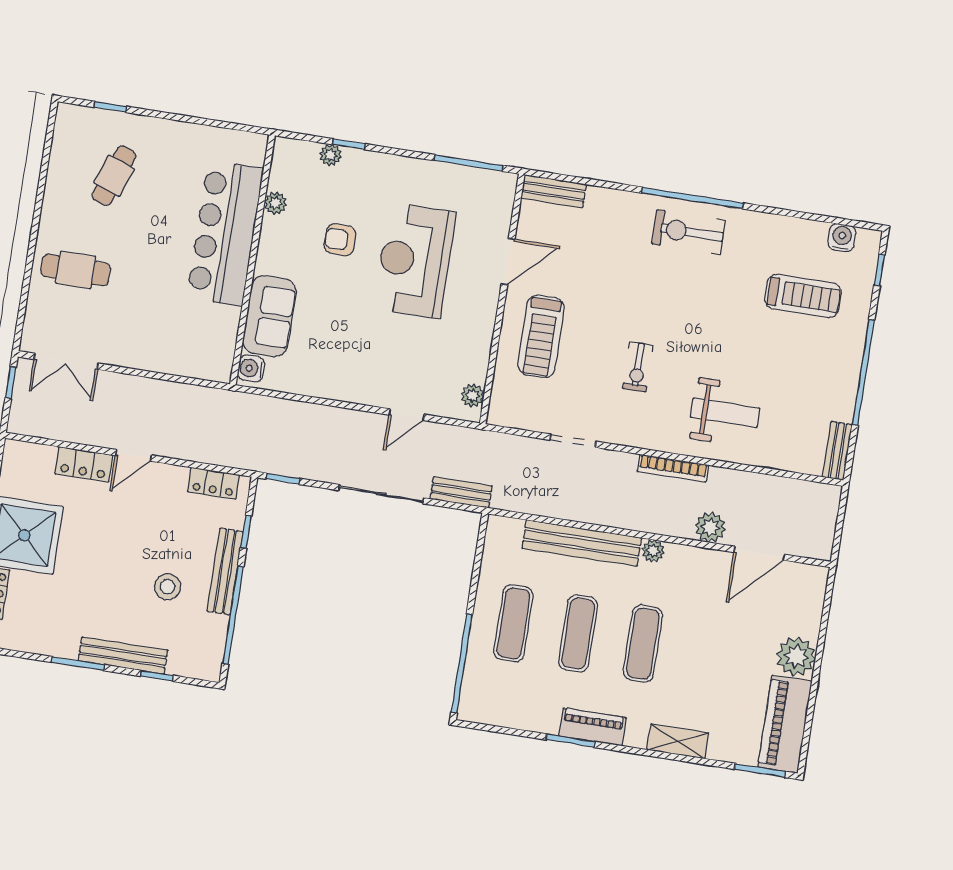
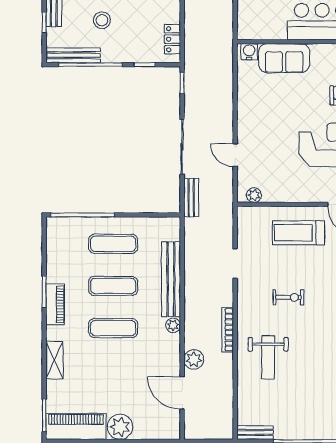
exercise bike: (638, 367) -> (289, 297), turned 180
bench: (225, 571) -> (73, 55), moved

